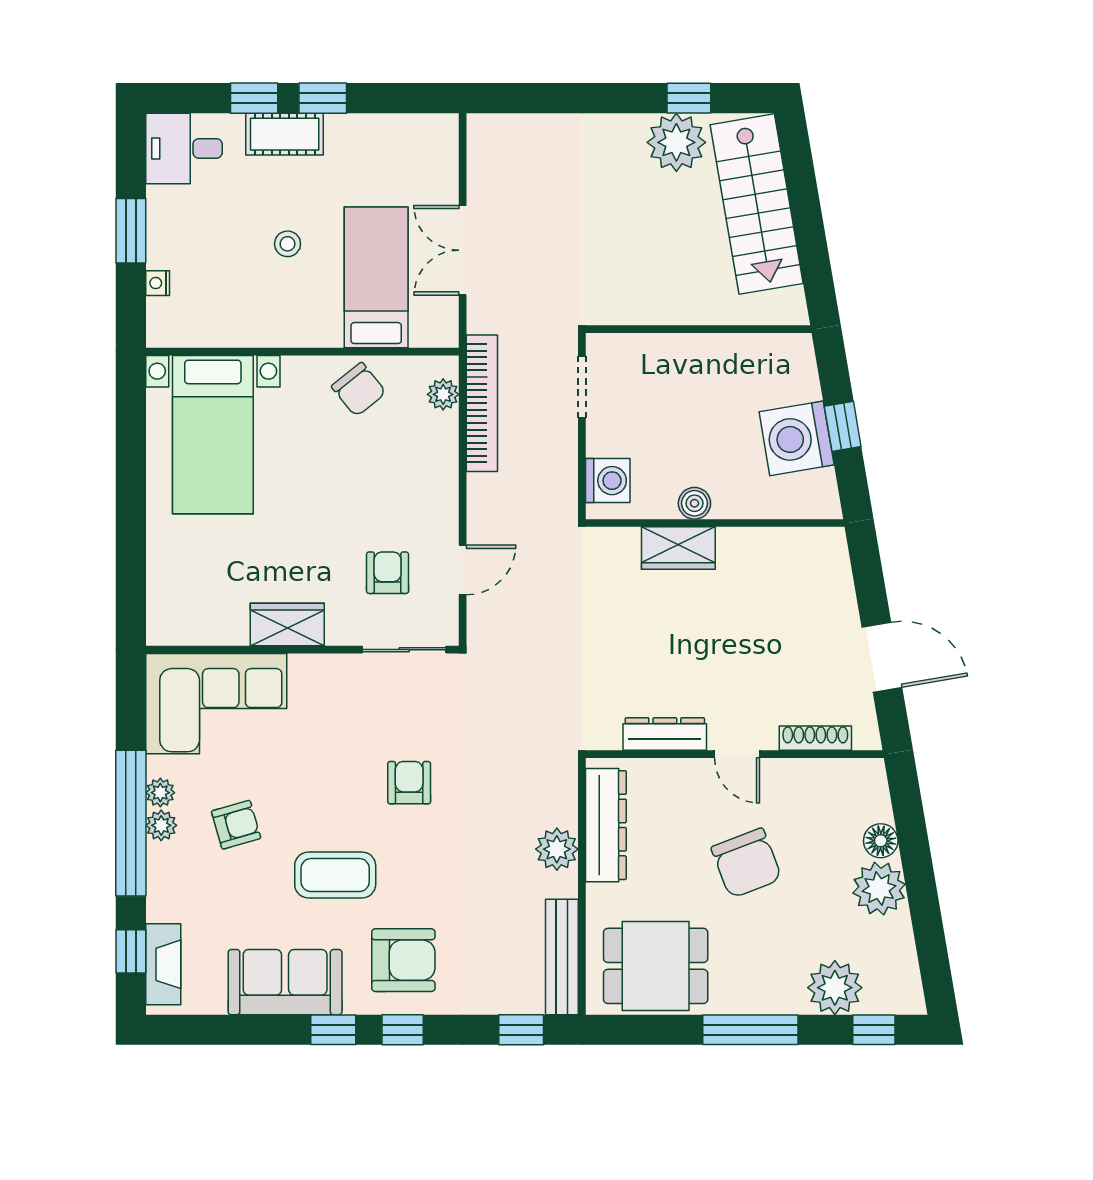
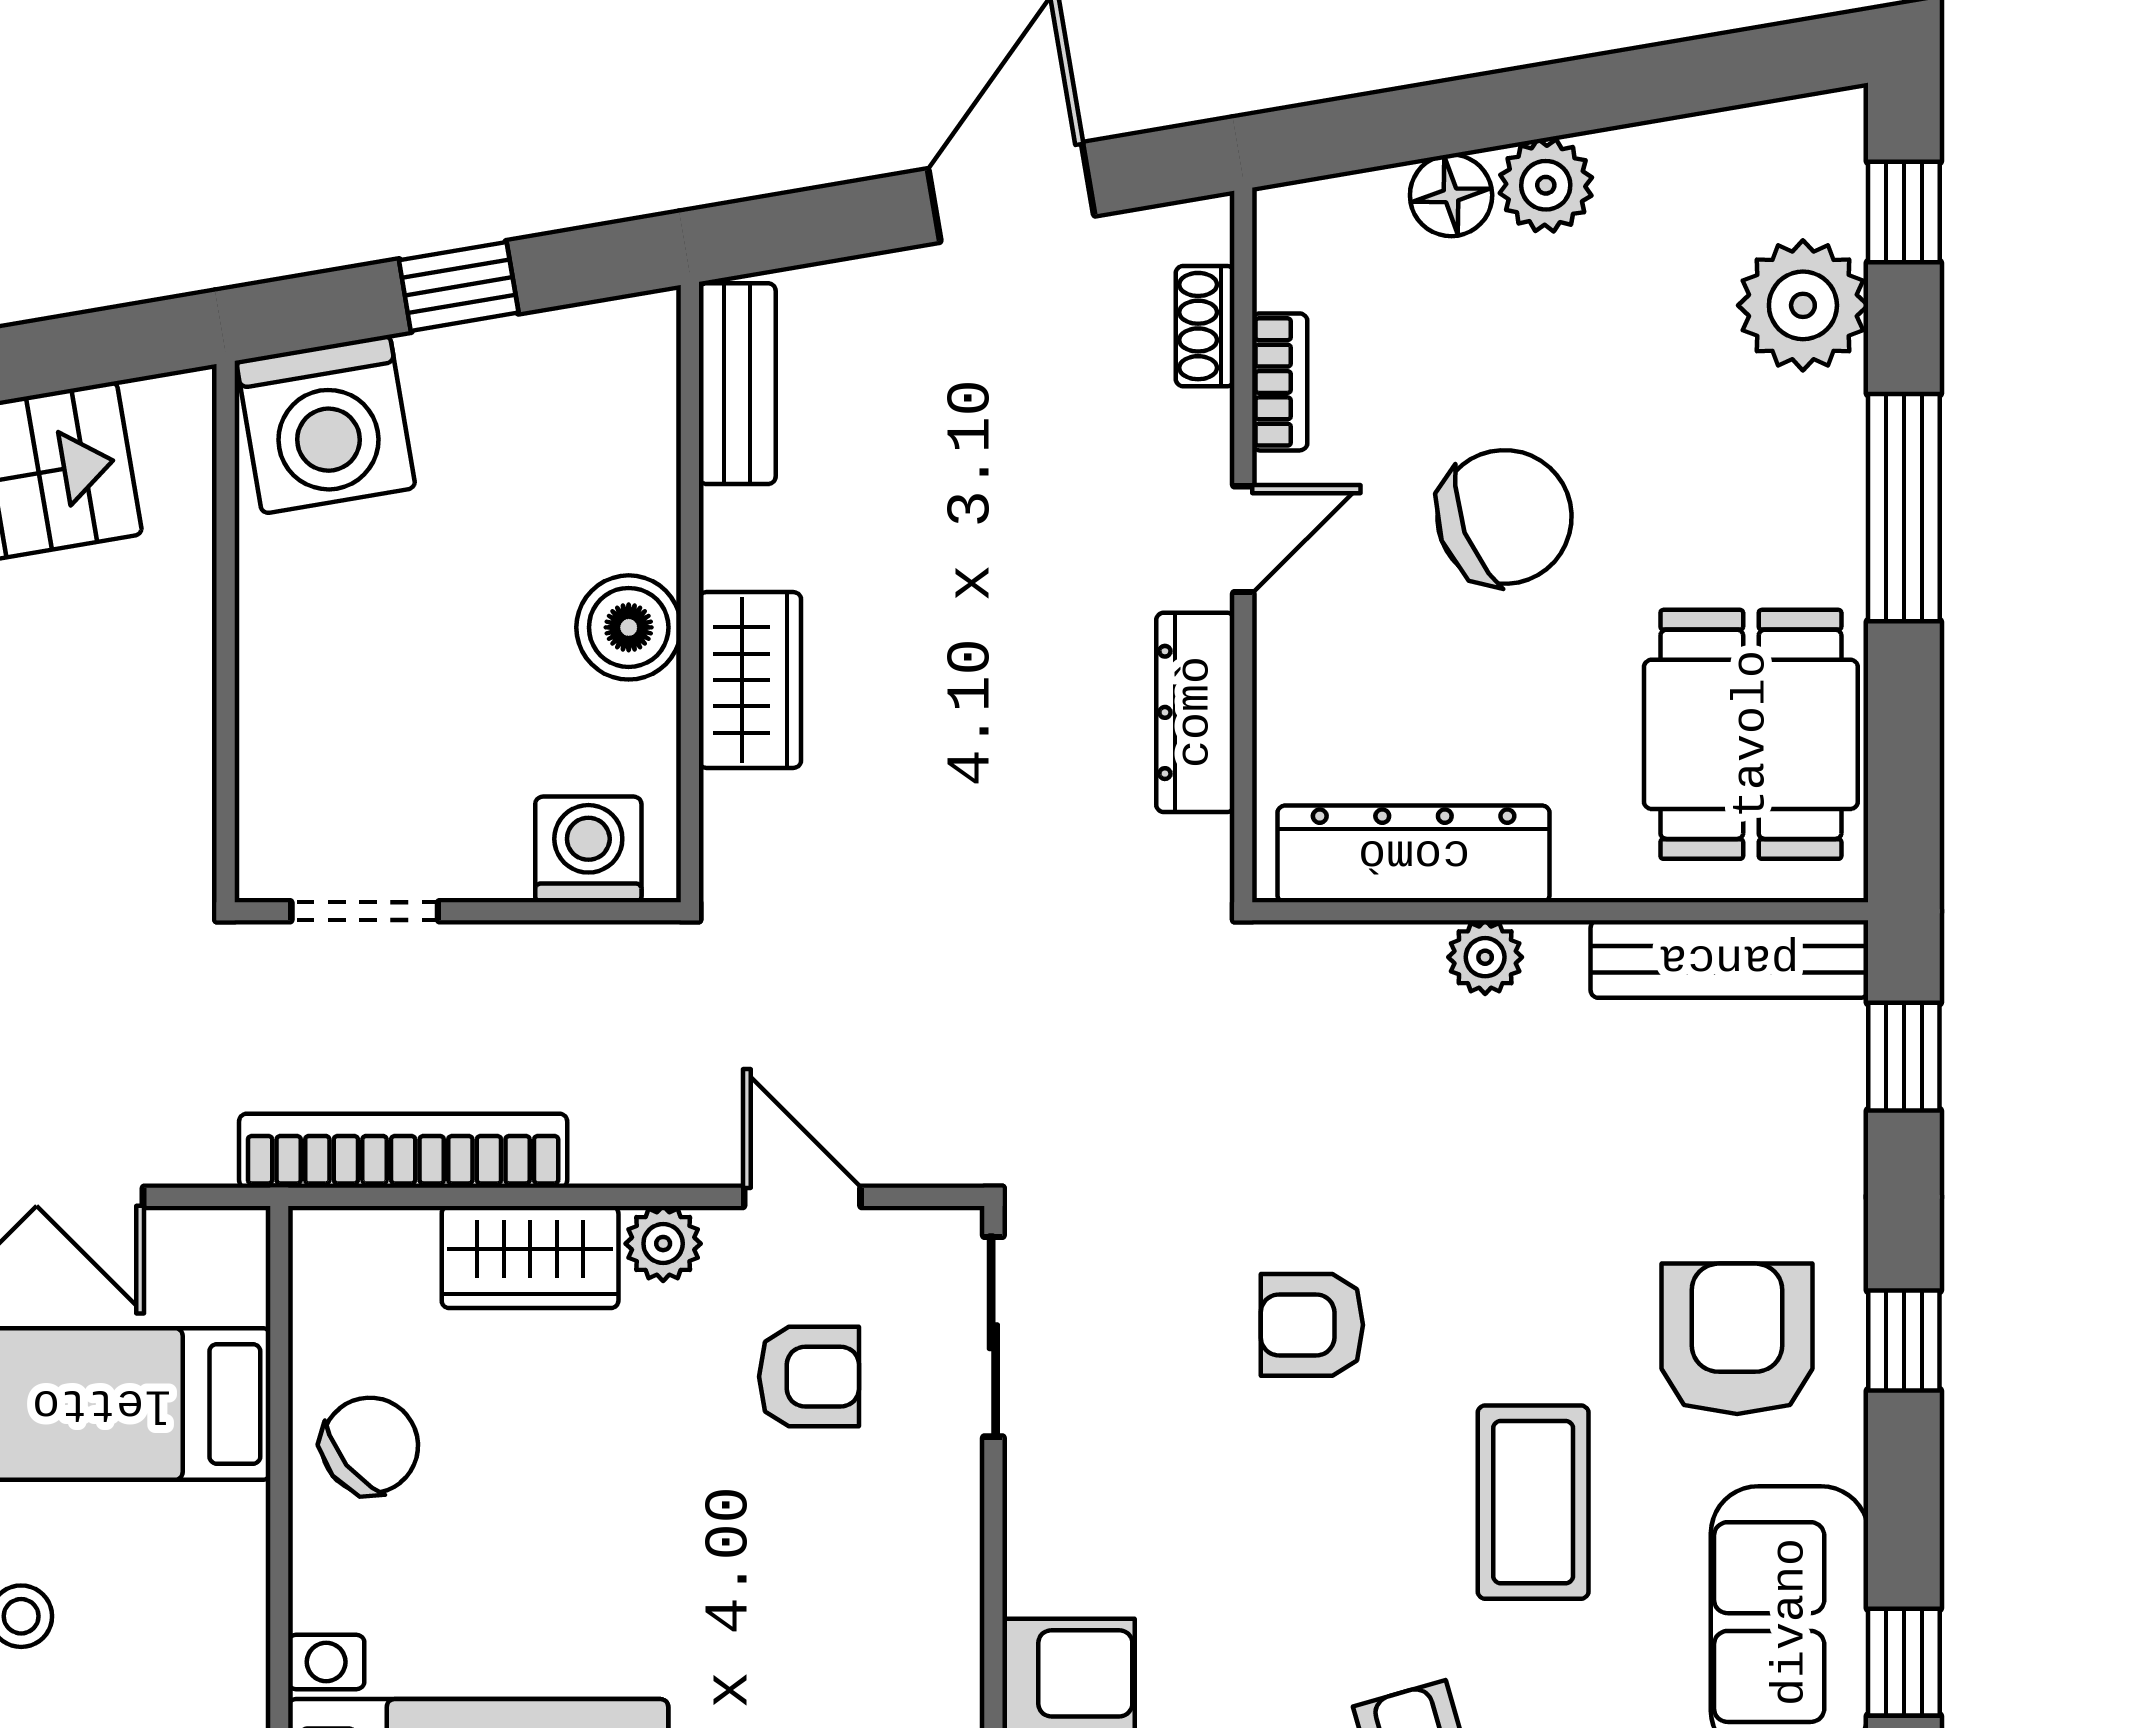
plant: (443, 394) -> (663, 1244), moved
washing machine: (797, 438) -> (326, 424), moved
boiler: (694, 503) -> (629, 627), width x1.36, depth x1.36
bench: (802, 543) -> (737, 384), added
armchair: (388, 573) -> (809, 1377), turned 180
wardrobe: (287, 625) -> (530, 1257), moved, turned -90
shoe rack: (815, 738) -> (1205, 326), width x0.70
bookcase: (803, 769) -> (1280, 382), added
plant: (557, 849) -> (1485, 957), width x0.73, depth x0.73
plant: (879, 889) -> (1546, 185), width x0.73, depth x0.73
window: (333, 1030) -> (1904, 1662), moved

